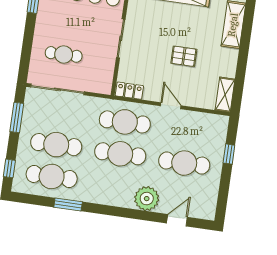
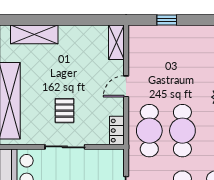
pallet: (184, 56) -> (65, 111), moved
shelving: (225, 95) -> (116, 42), moved, turned 90
cafe table: (184, 163) -> (182, 64), removed

